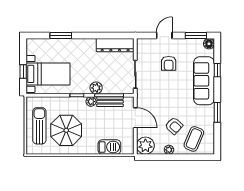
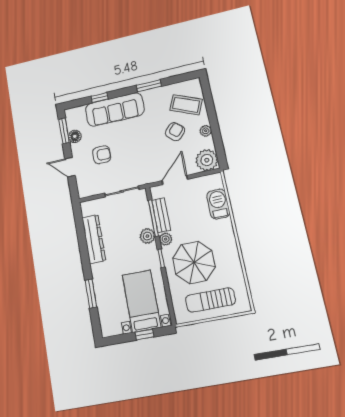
floor lamp: (209, 44) -> (75, 136), moved
dresser: (115, 45) -> (94, 239), moved
parasol: (66, 130) -> (194, 262), moved

